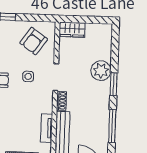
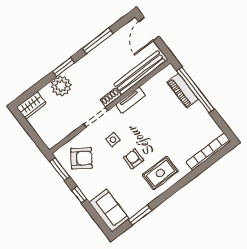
window: (39, 18) -> (60, 169), added
wardrobe: (72, 30) -> (31, 105), moved, turned 90
tv unit: (47, 128) -> (131, 100), moved

